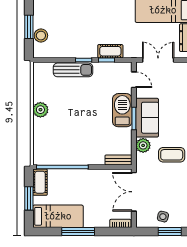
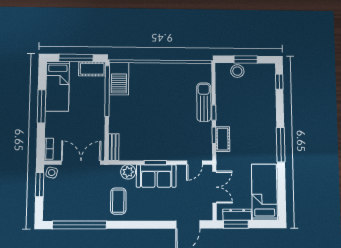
sun lounger: (73, 70) -> (204, 102), turned 180
plant: (40, 110) -> (164, 70), removed
barbecue: (122, 110) -> (119, 79), moved, turned 90
window: (29, 198) -> (76, 58), width x1.44
side table: (163, 217) -> (52, 173), moved
window: (170, 232) -> (40, 185), moved

